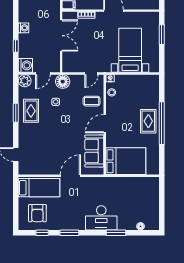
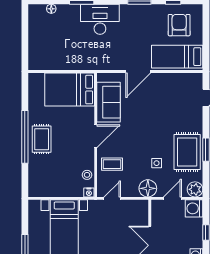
rug: (31, 111) -> (187, 152), width x1.36, depth x1.43

